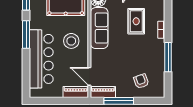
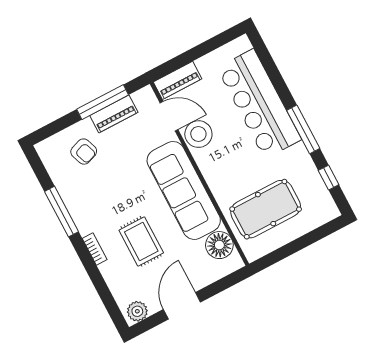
sofa: (99, 28) -> (184, 190), width x1.36, depth x1.27
stool: (71, 41) -> (198, 134), moved
piano: (103, 92) -> (114, 114), moved

